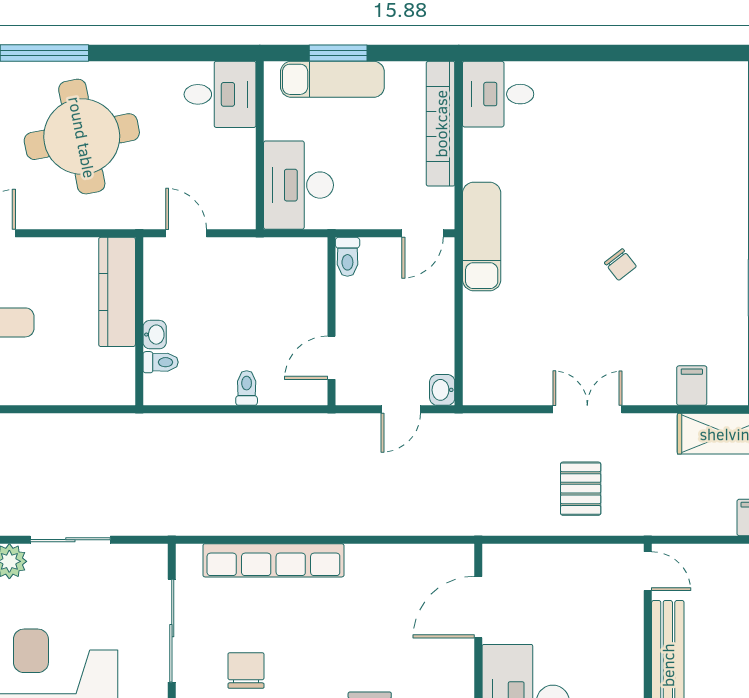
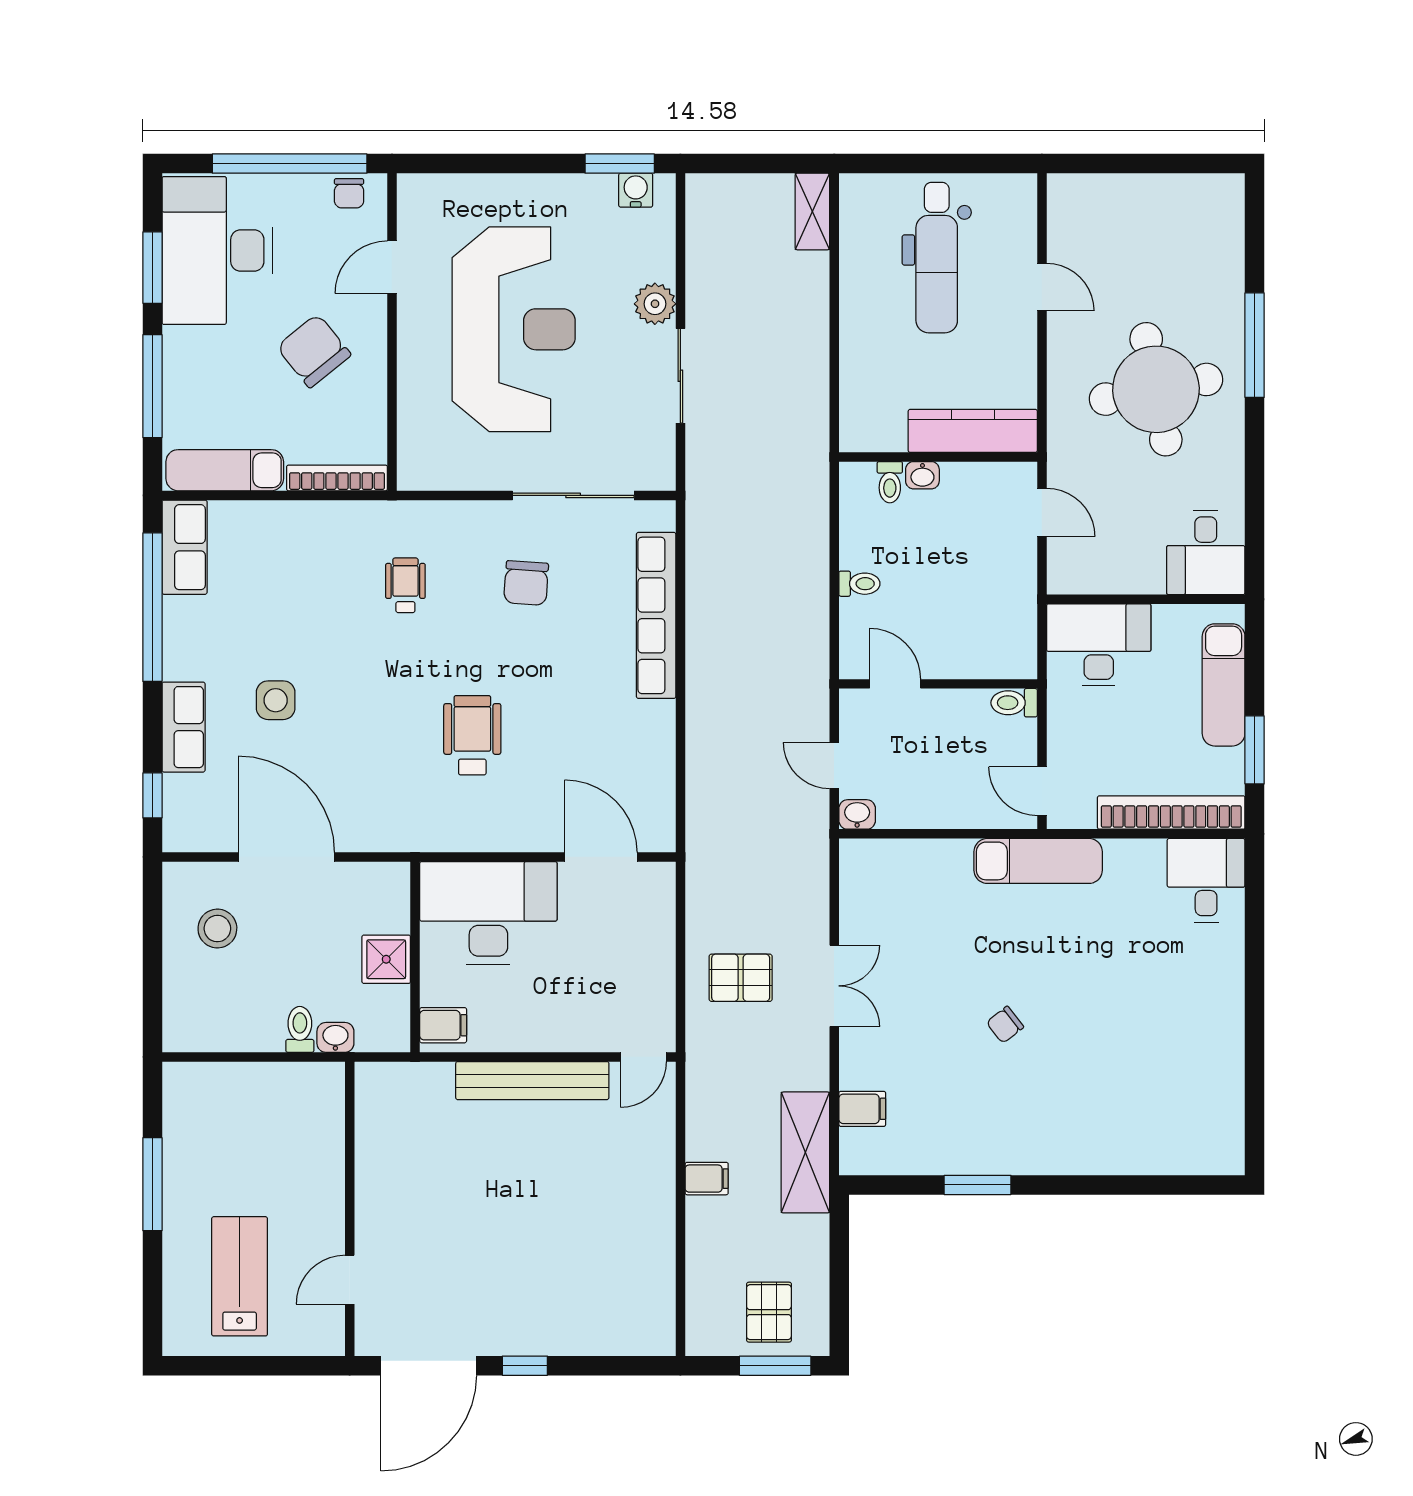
window: (338, 53) -> (1255, 750), moved
door: (186, 233) -> (1042, 512), hinge flipped
chair: (246, 671) -> (526, 583), turned 94

